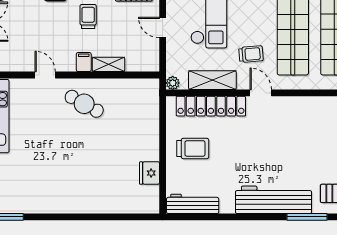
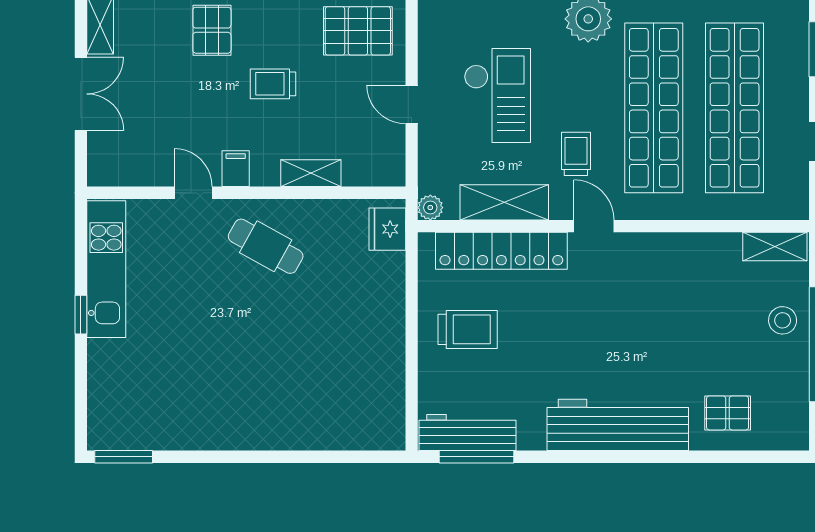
trolley: (88, 16) -> (273, 84), turned -90
trolley: (251, 54) -> (576, 154), turned -85
filing cabinet: (84, 62) -> (236, 169), moved
fridge: (150, 173) -> (387, 229), moved
window: (307, 217) -> (477, 457), moved

